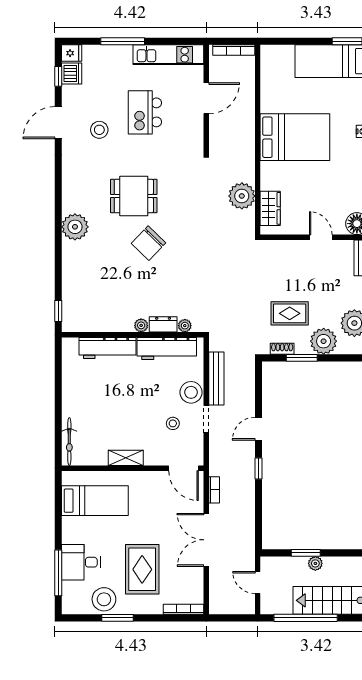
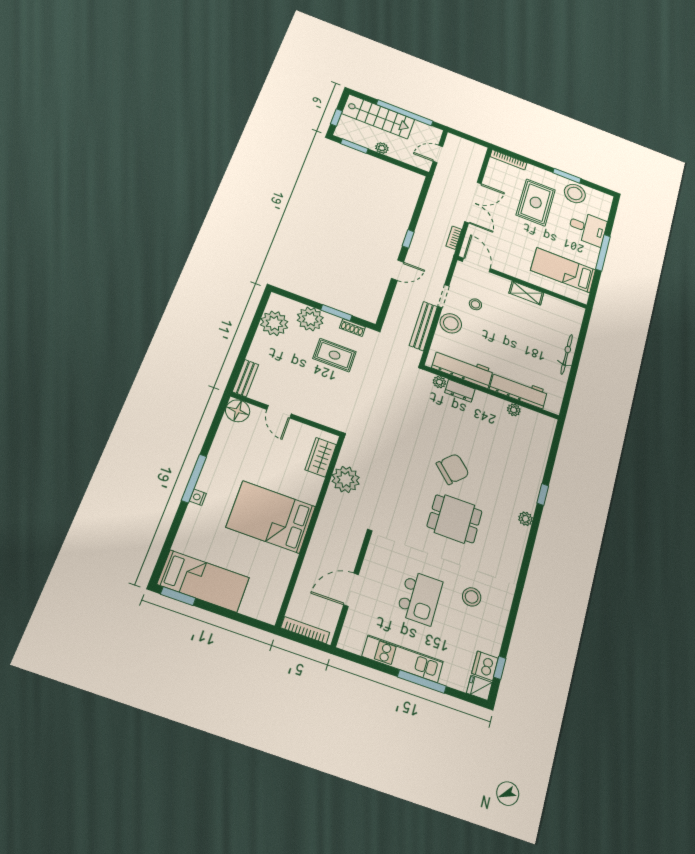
kitchen unit: (168, 55) -> (403, 659), moved
door: (58, 123) -> (512, 619), removed
plant: (75, 227) -> (525, 519), width x0.53, depth x0.53
window: (58, 311) -> (543, 494), moved
plant: (141, 325) -> (514, 410), moved
bicycle: (69, 442) -> (567, 354), moved
window: (306, 553) -> (354, 146), moved
window: (58, 573) -> (603, 253), moved
door: (258, 583) -> (438, 154), swing flipped

